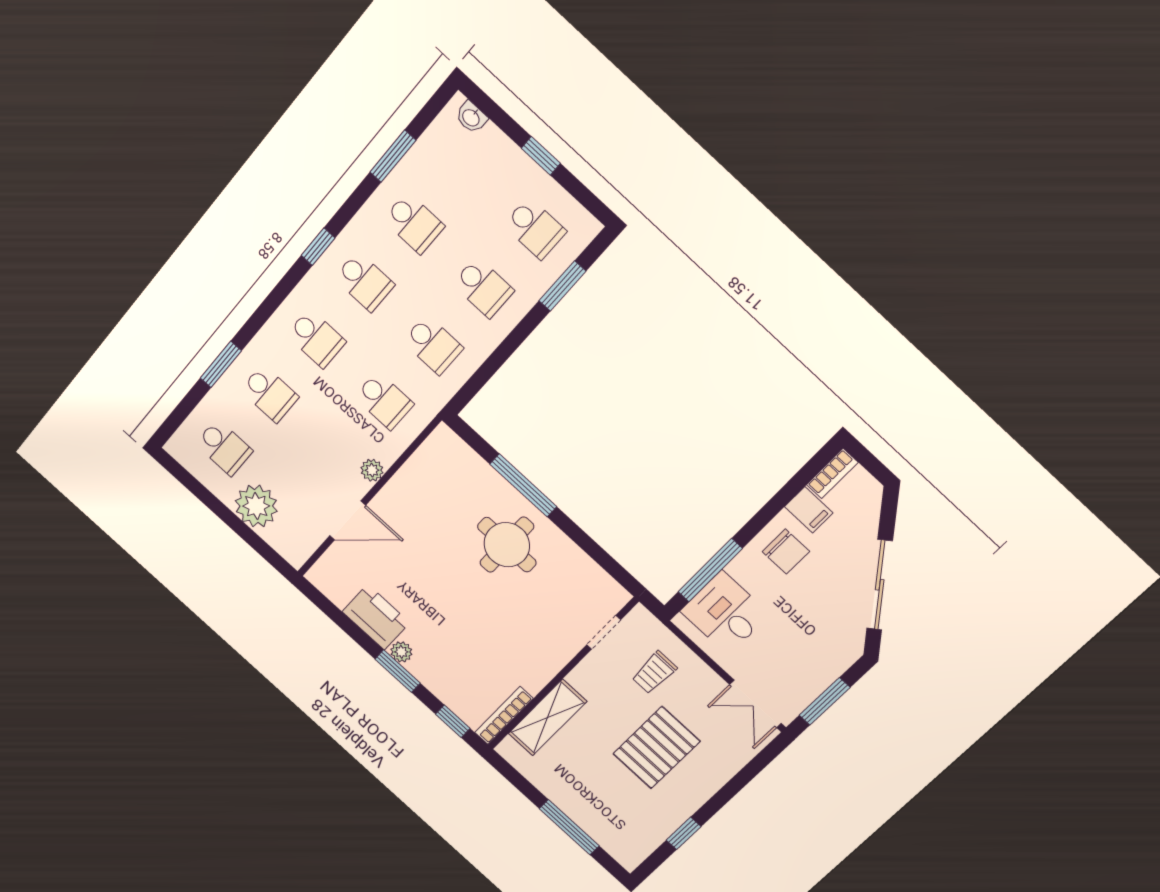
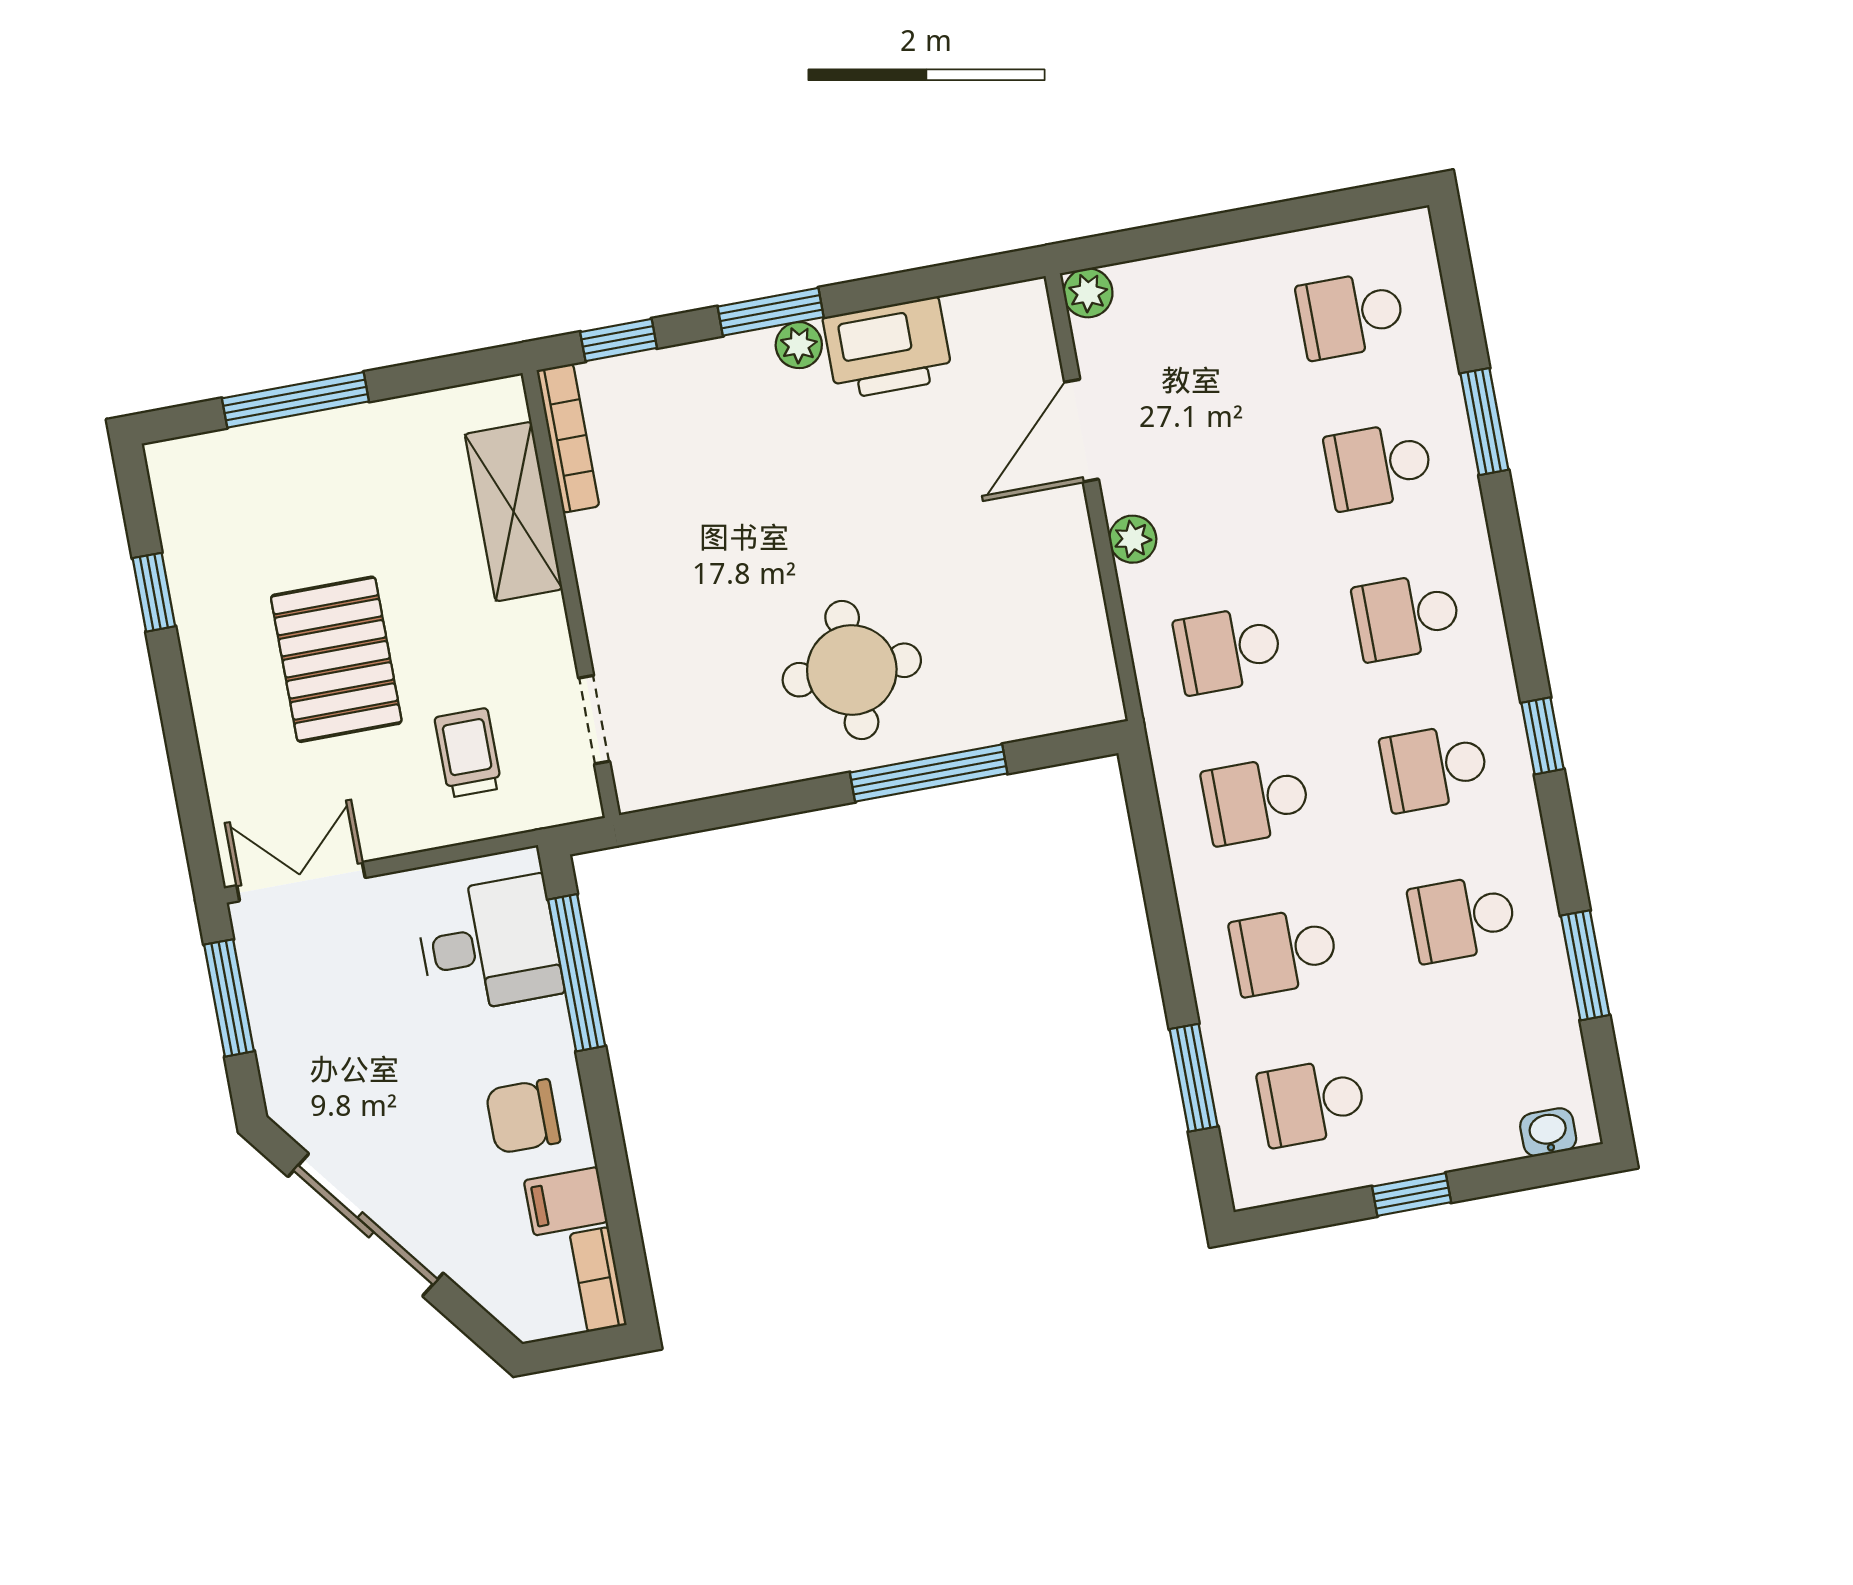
plant: (256, 506) -> (1088, 293), moved, width x0.53, depth x0.53

